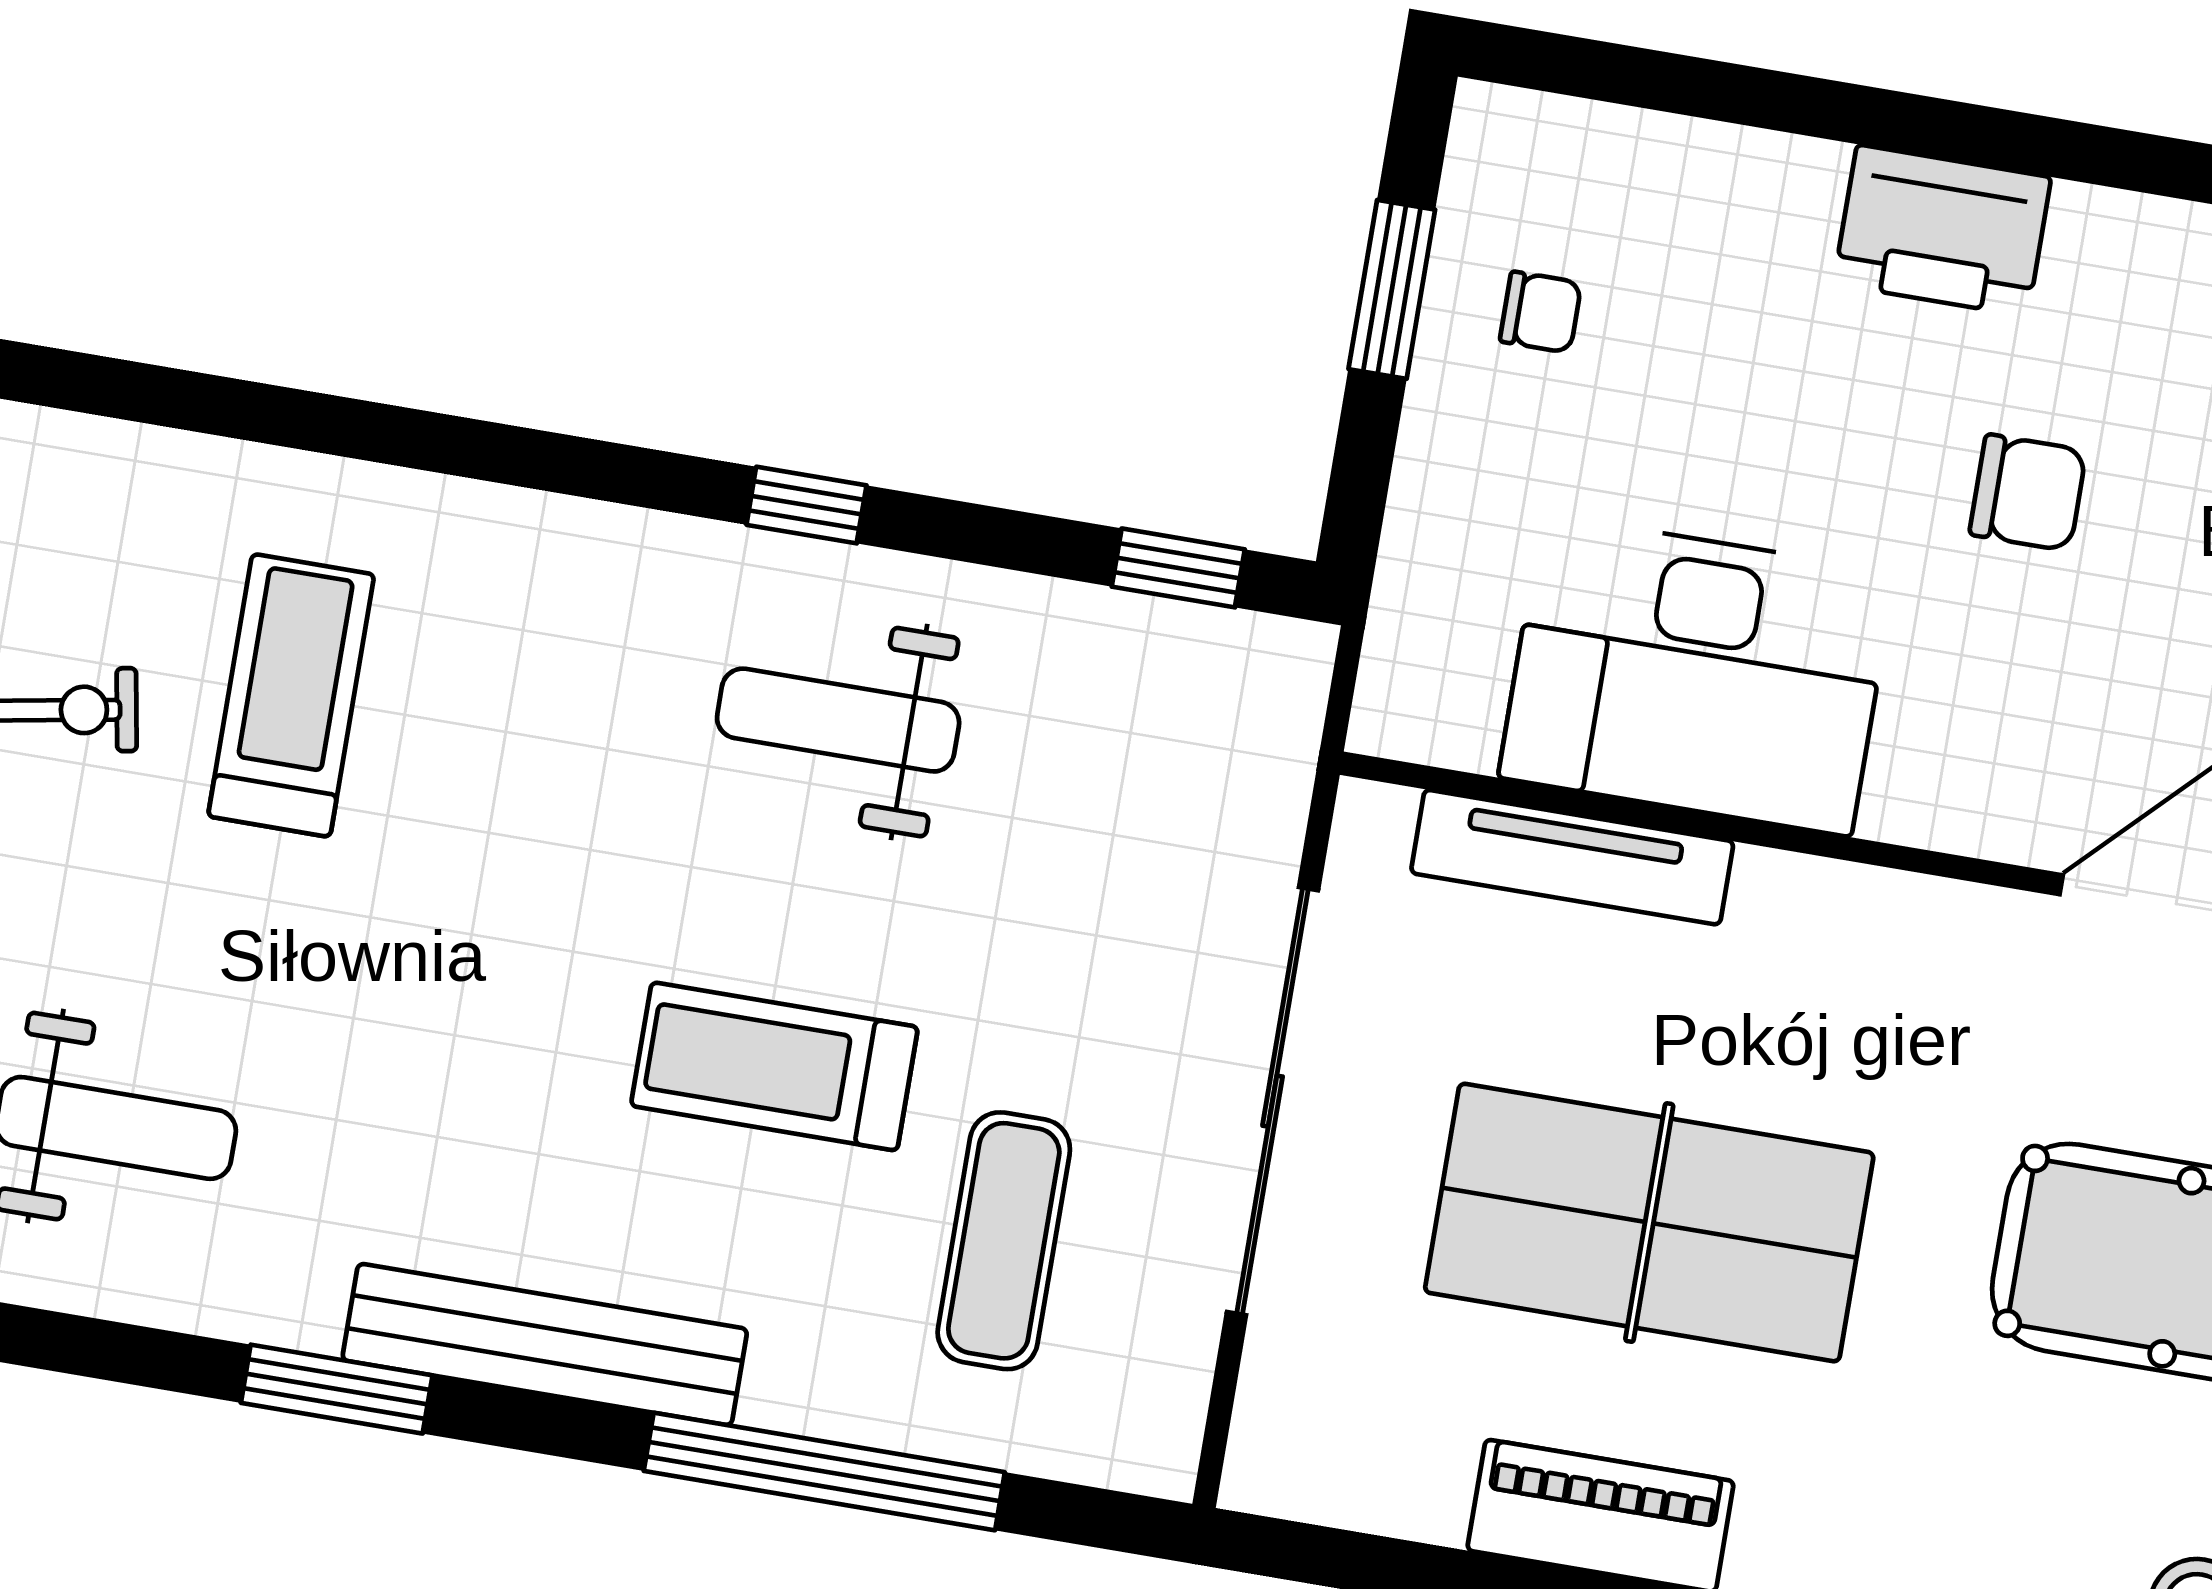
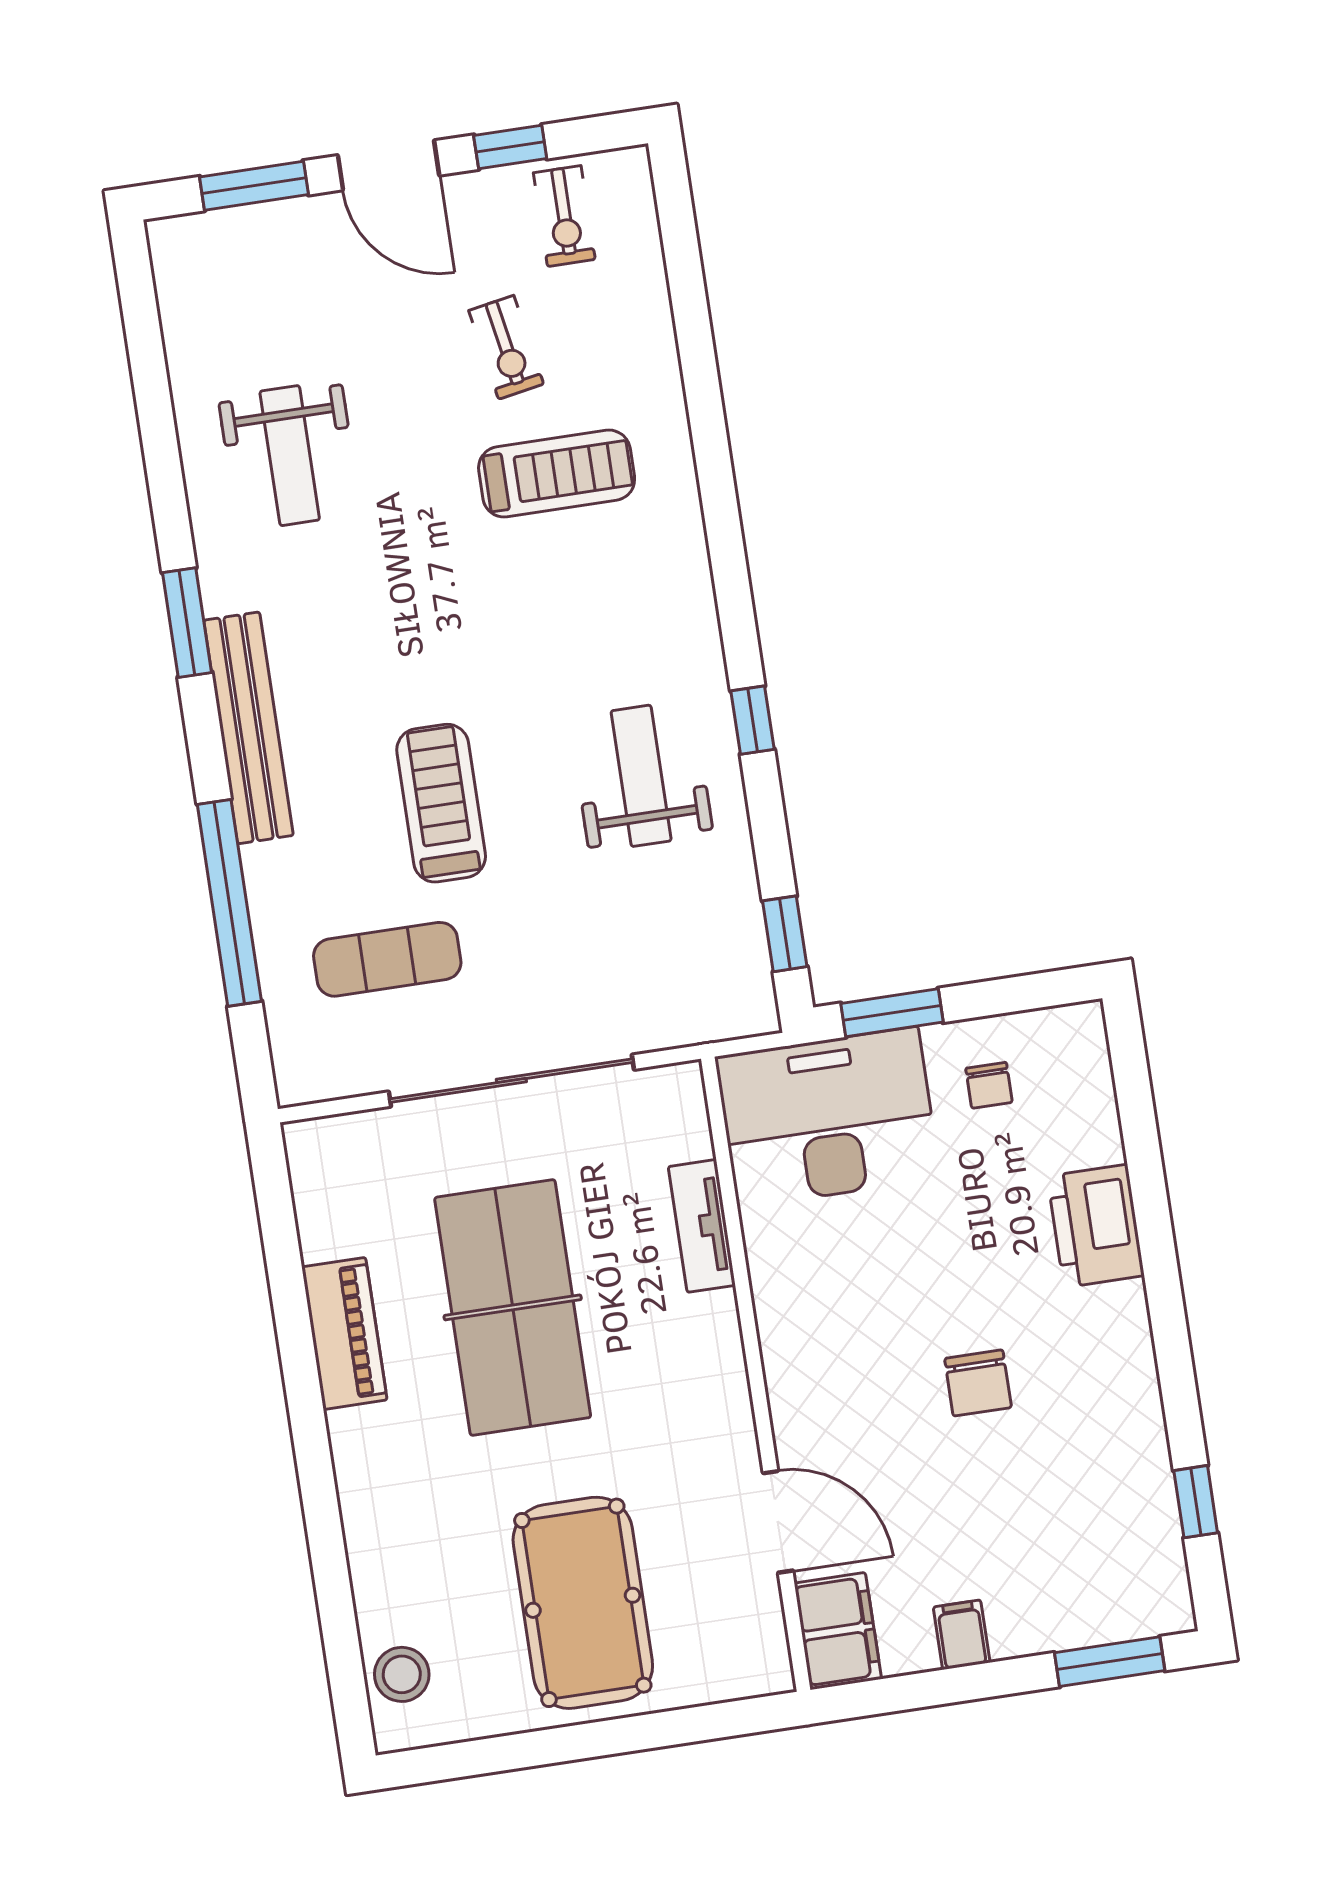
printer: (1942, 231) -> (1096, 1226), moved
window: (1392, 289) -> (892, 1013), moved
desk: (1697, 675) -> (828, 1117), moved, turned 90
tv unit: (1572, 857) -> (702, 1226), width x0.71

